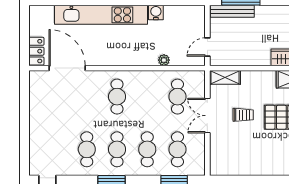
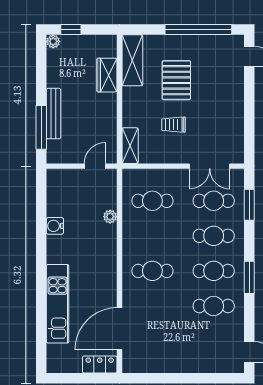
bench: (232, 11) -> (54, 114), moved
kitchen unit: (101, 15) -> (58, 304), width x0.73
door: (207, 47) -> (95, 166), swing flipped
trolley: (243, 115) -> (174, 125), turned -90
double door: (207, 116) -> (210, 166), moved

